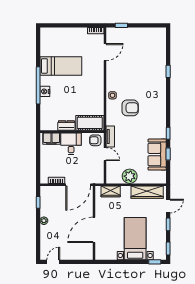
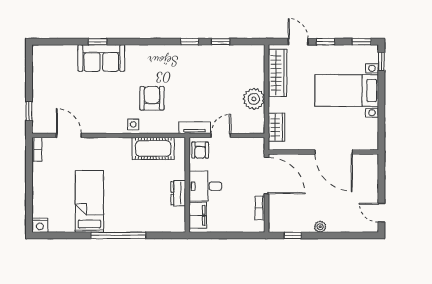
nightstand: (45, 91) -> (40, 225), moved
cot: (90, 123) -> (153, 148), moved, turned 90
sofa: (157, 155) -> (101, 58), moved

